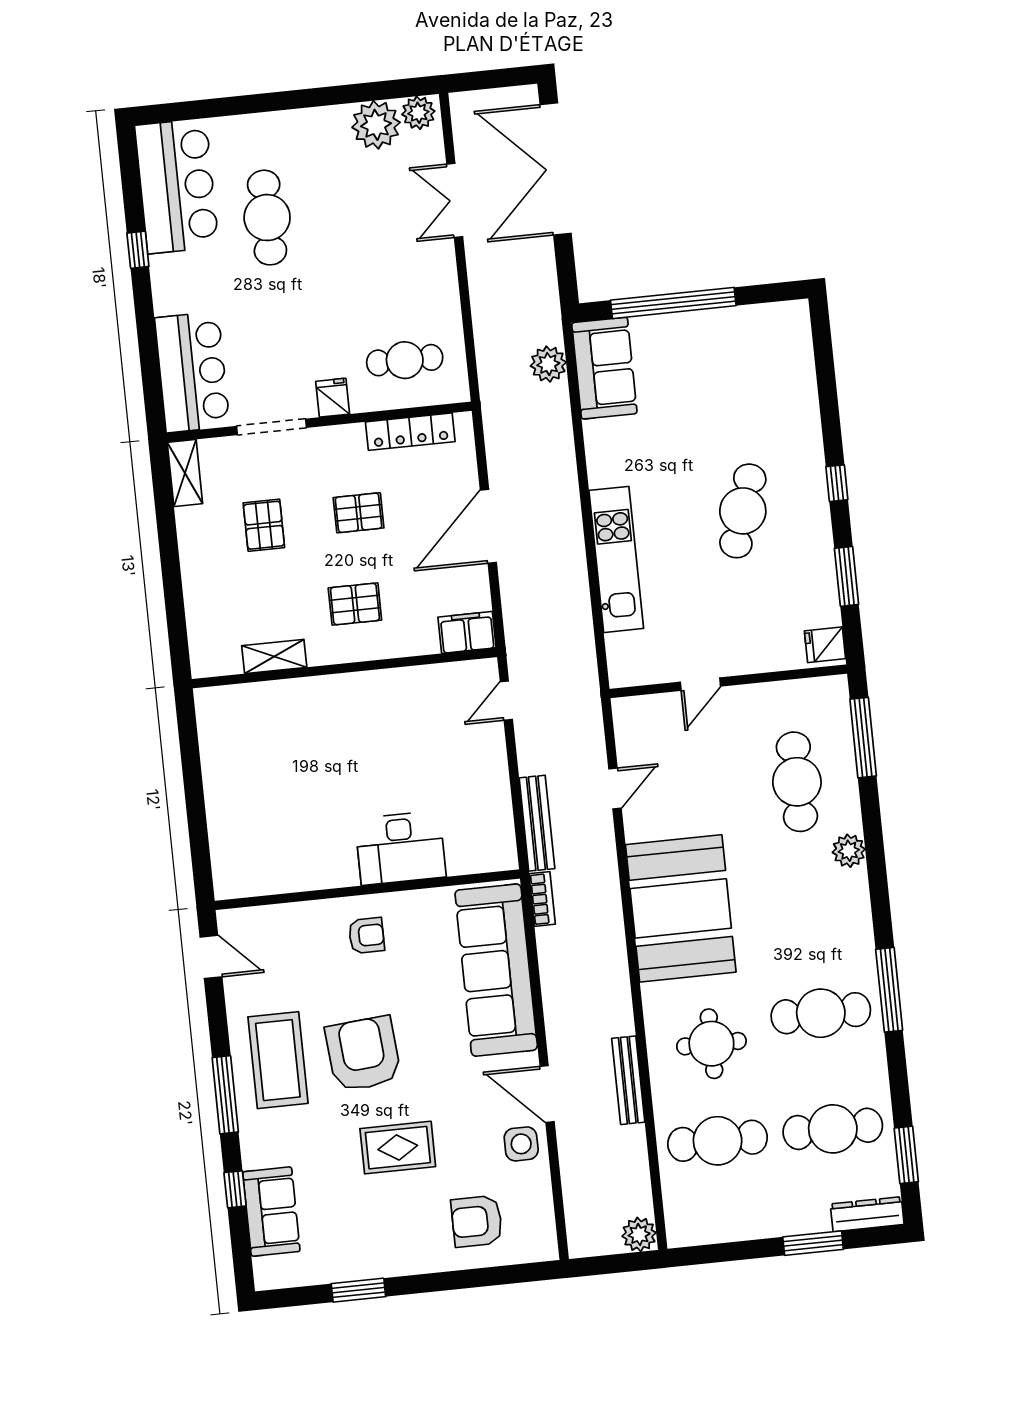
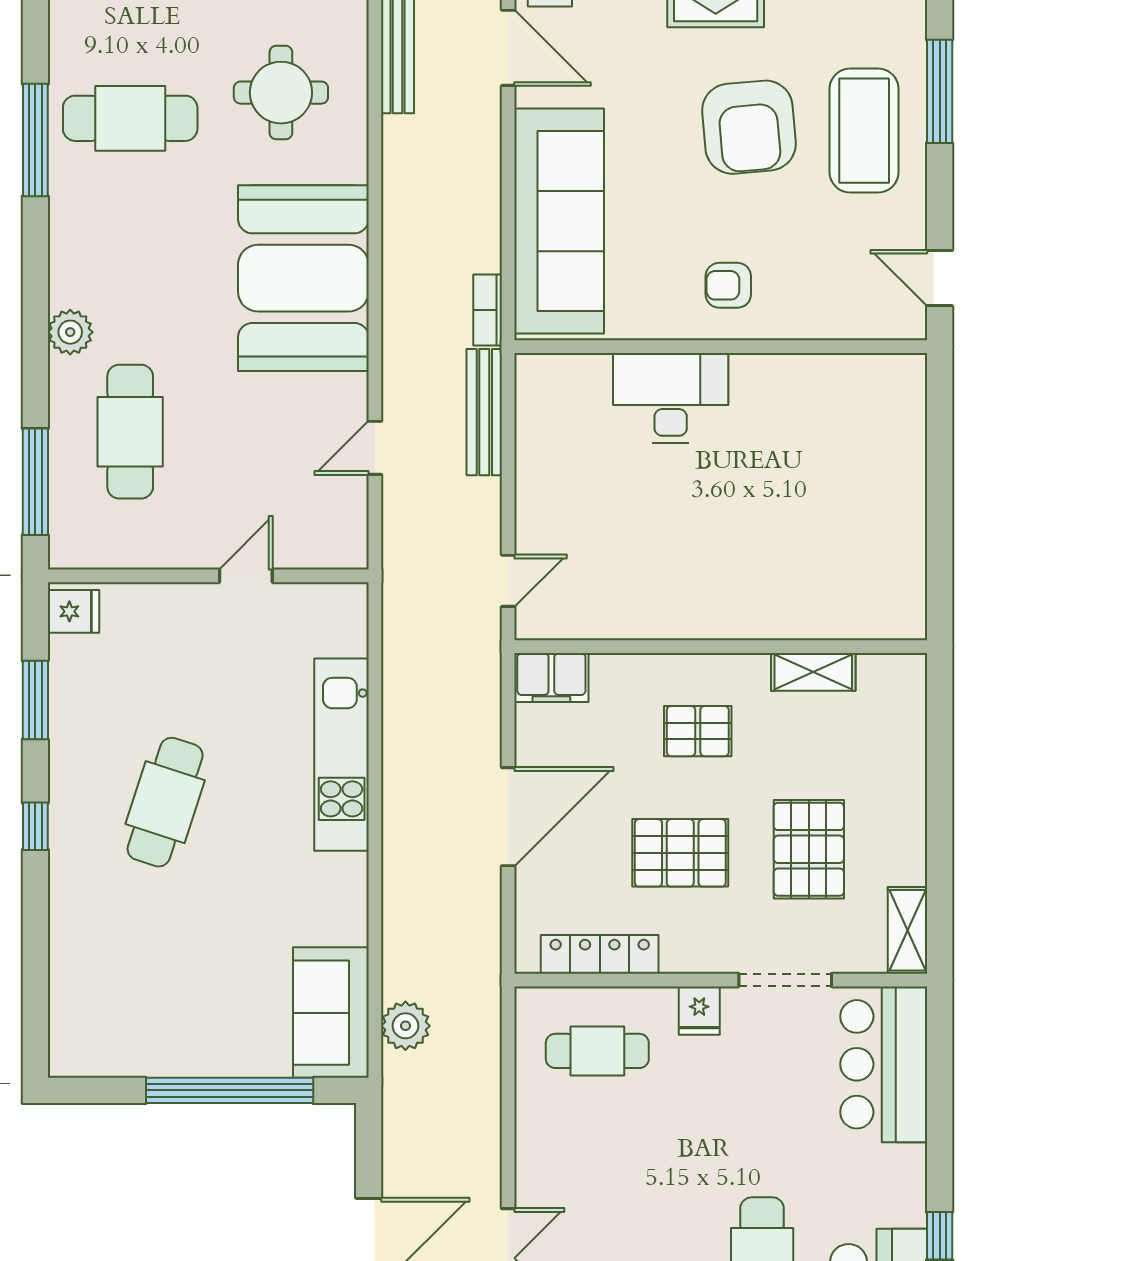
pallet: (359, 513) -> (680, 853), width x1.50, depth x1.42
pallet: (264, 525) -> (809, 849), width x1.50, depth x1.42

